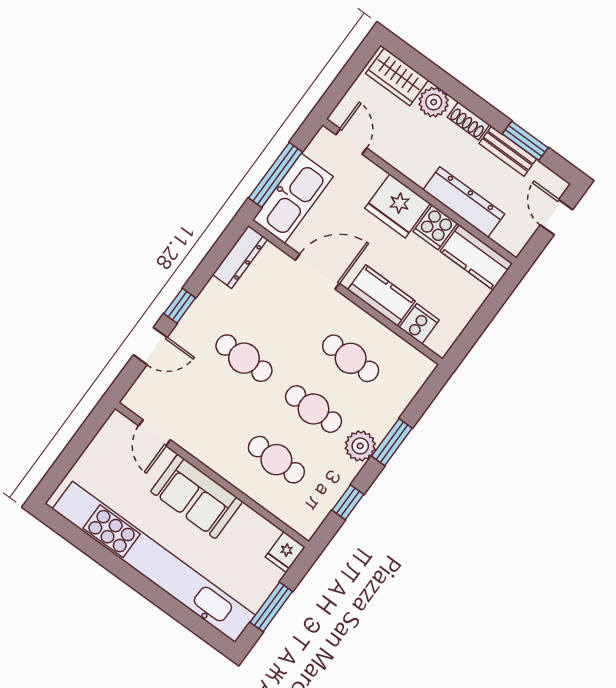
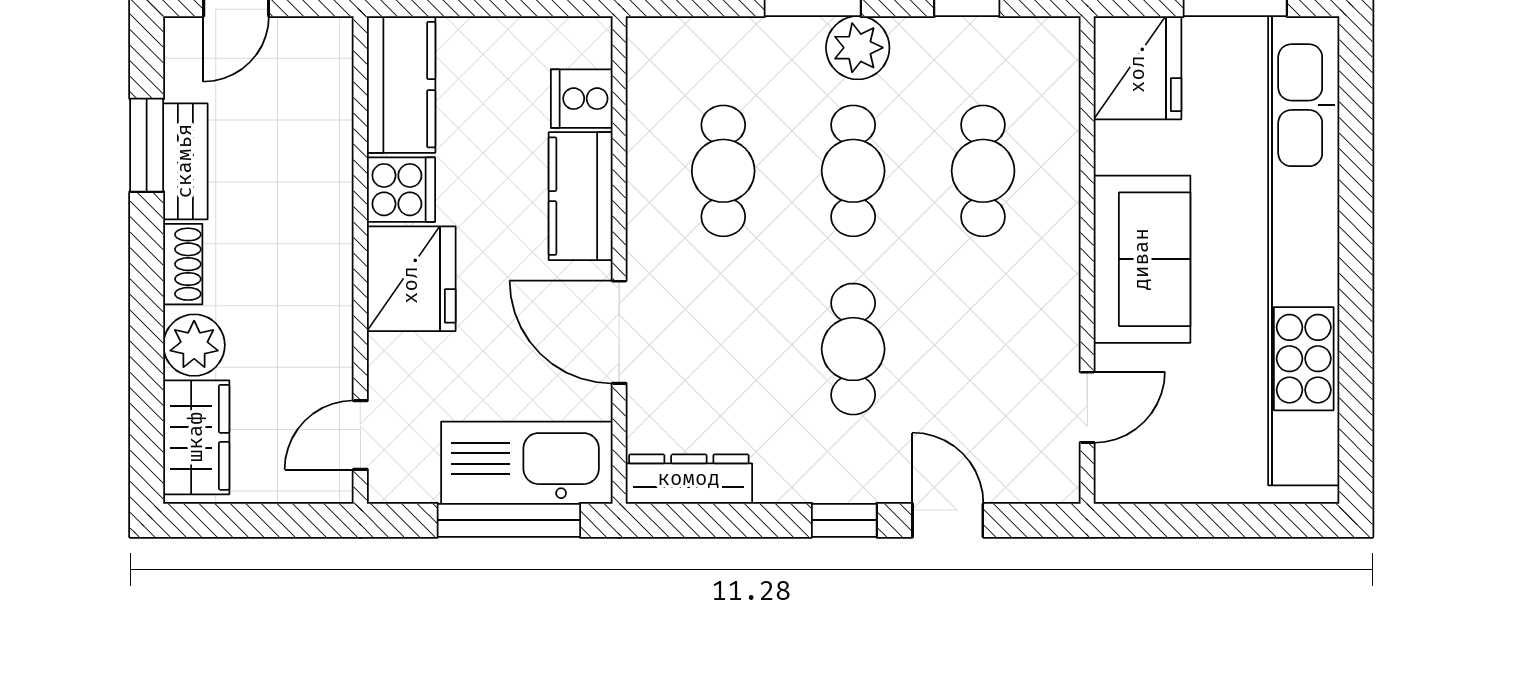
dresser: (464, 202) -> (324, 173), removed
fridge: (285, 552) -> (1138, 68), width x1.88, depth x1.34

